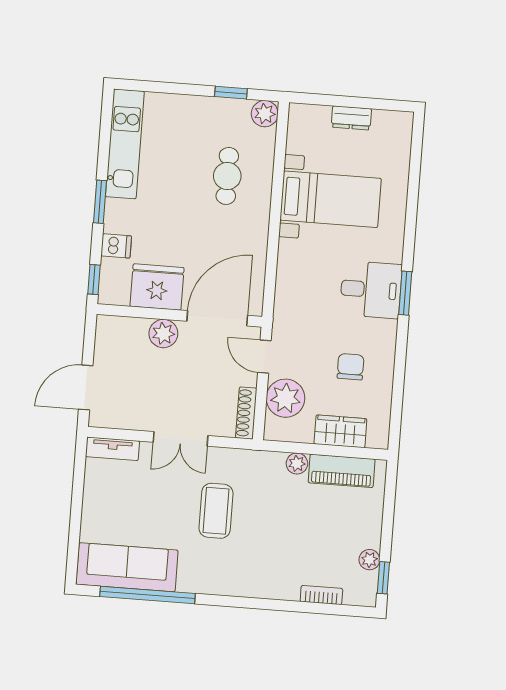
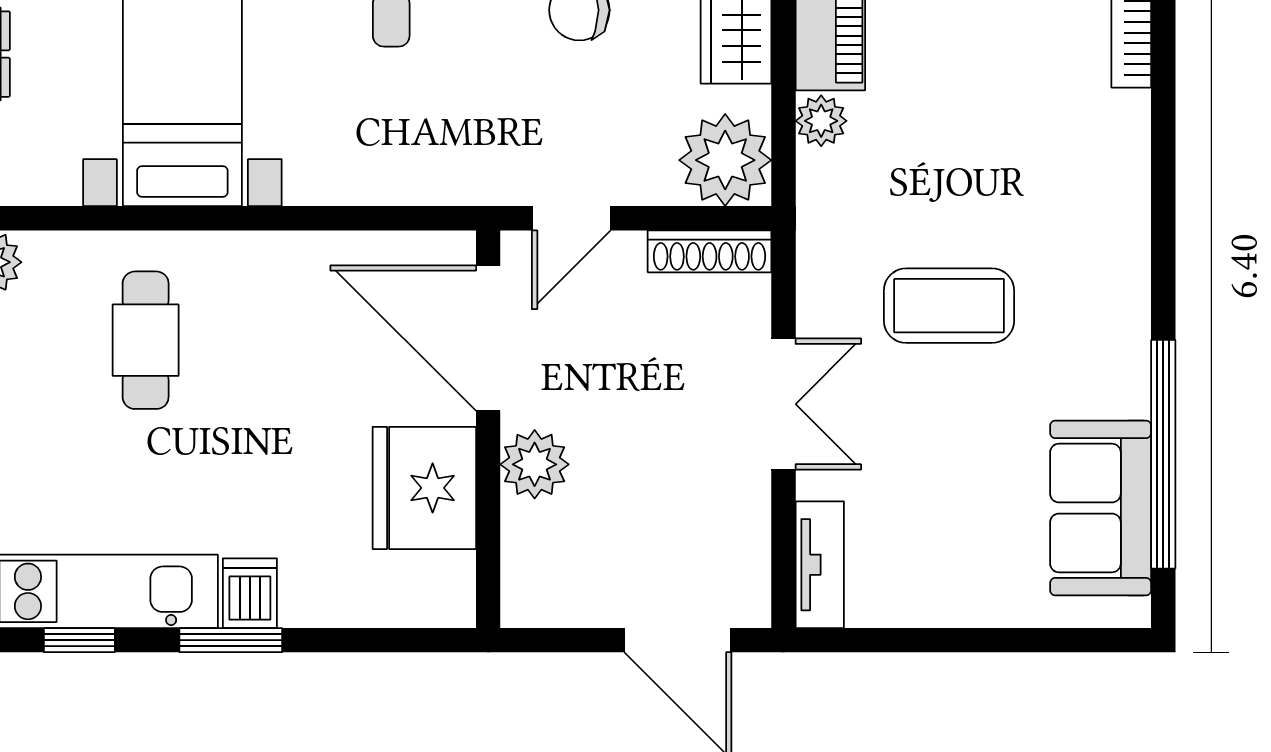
cafe table: (227, 176) -> (146, 340), turned 90
dishwasher: (116, 246) -> (250, 593), moved
window: (94, 279) -> (79, 640), moved
plant: (286, 398) -> (725, 160), moved
sofa: (127, 567) -> (1101, 508), width x0.73

